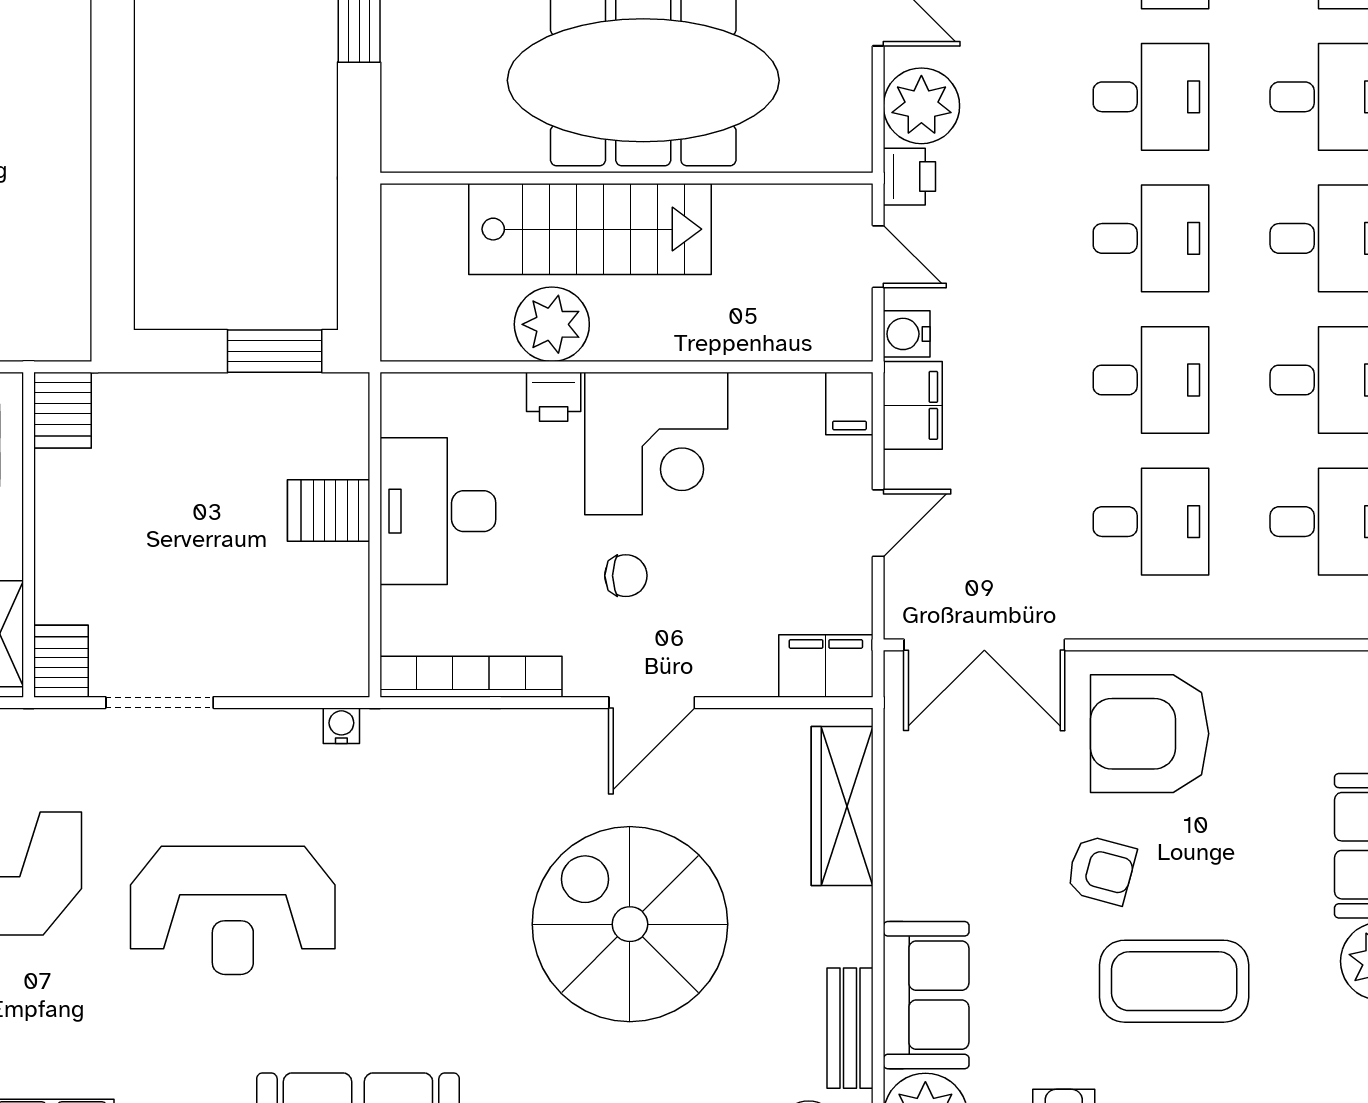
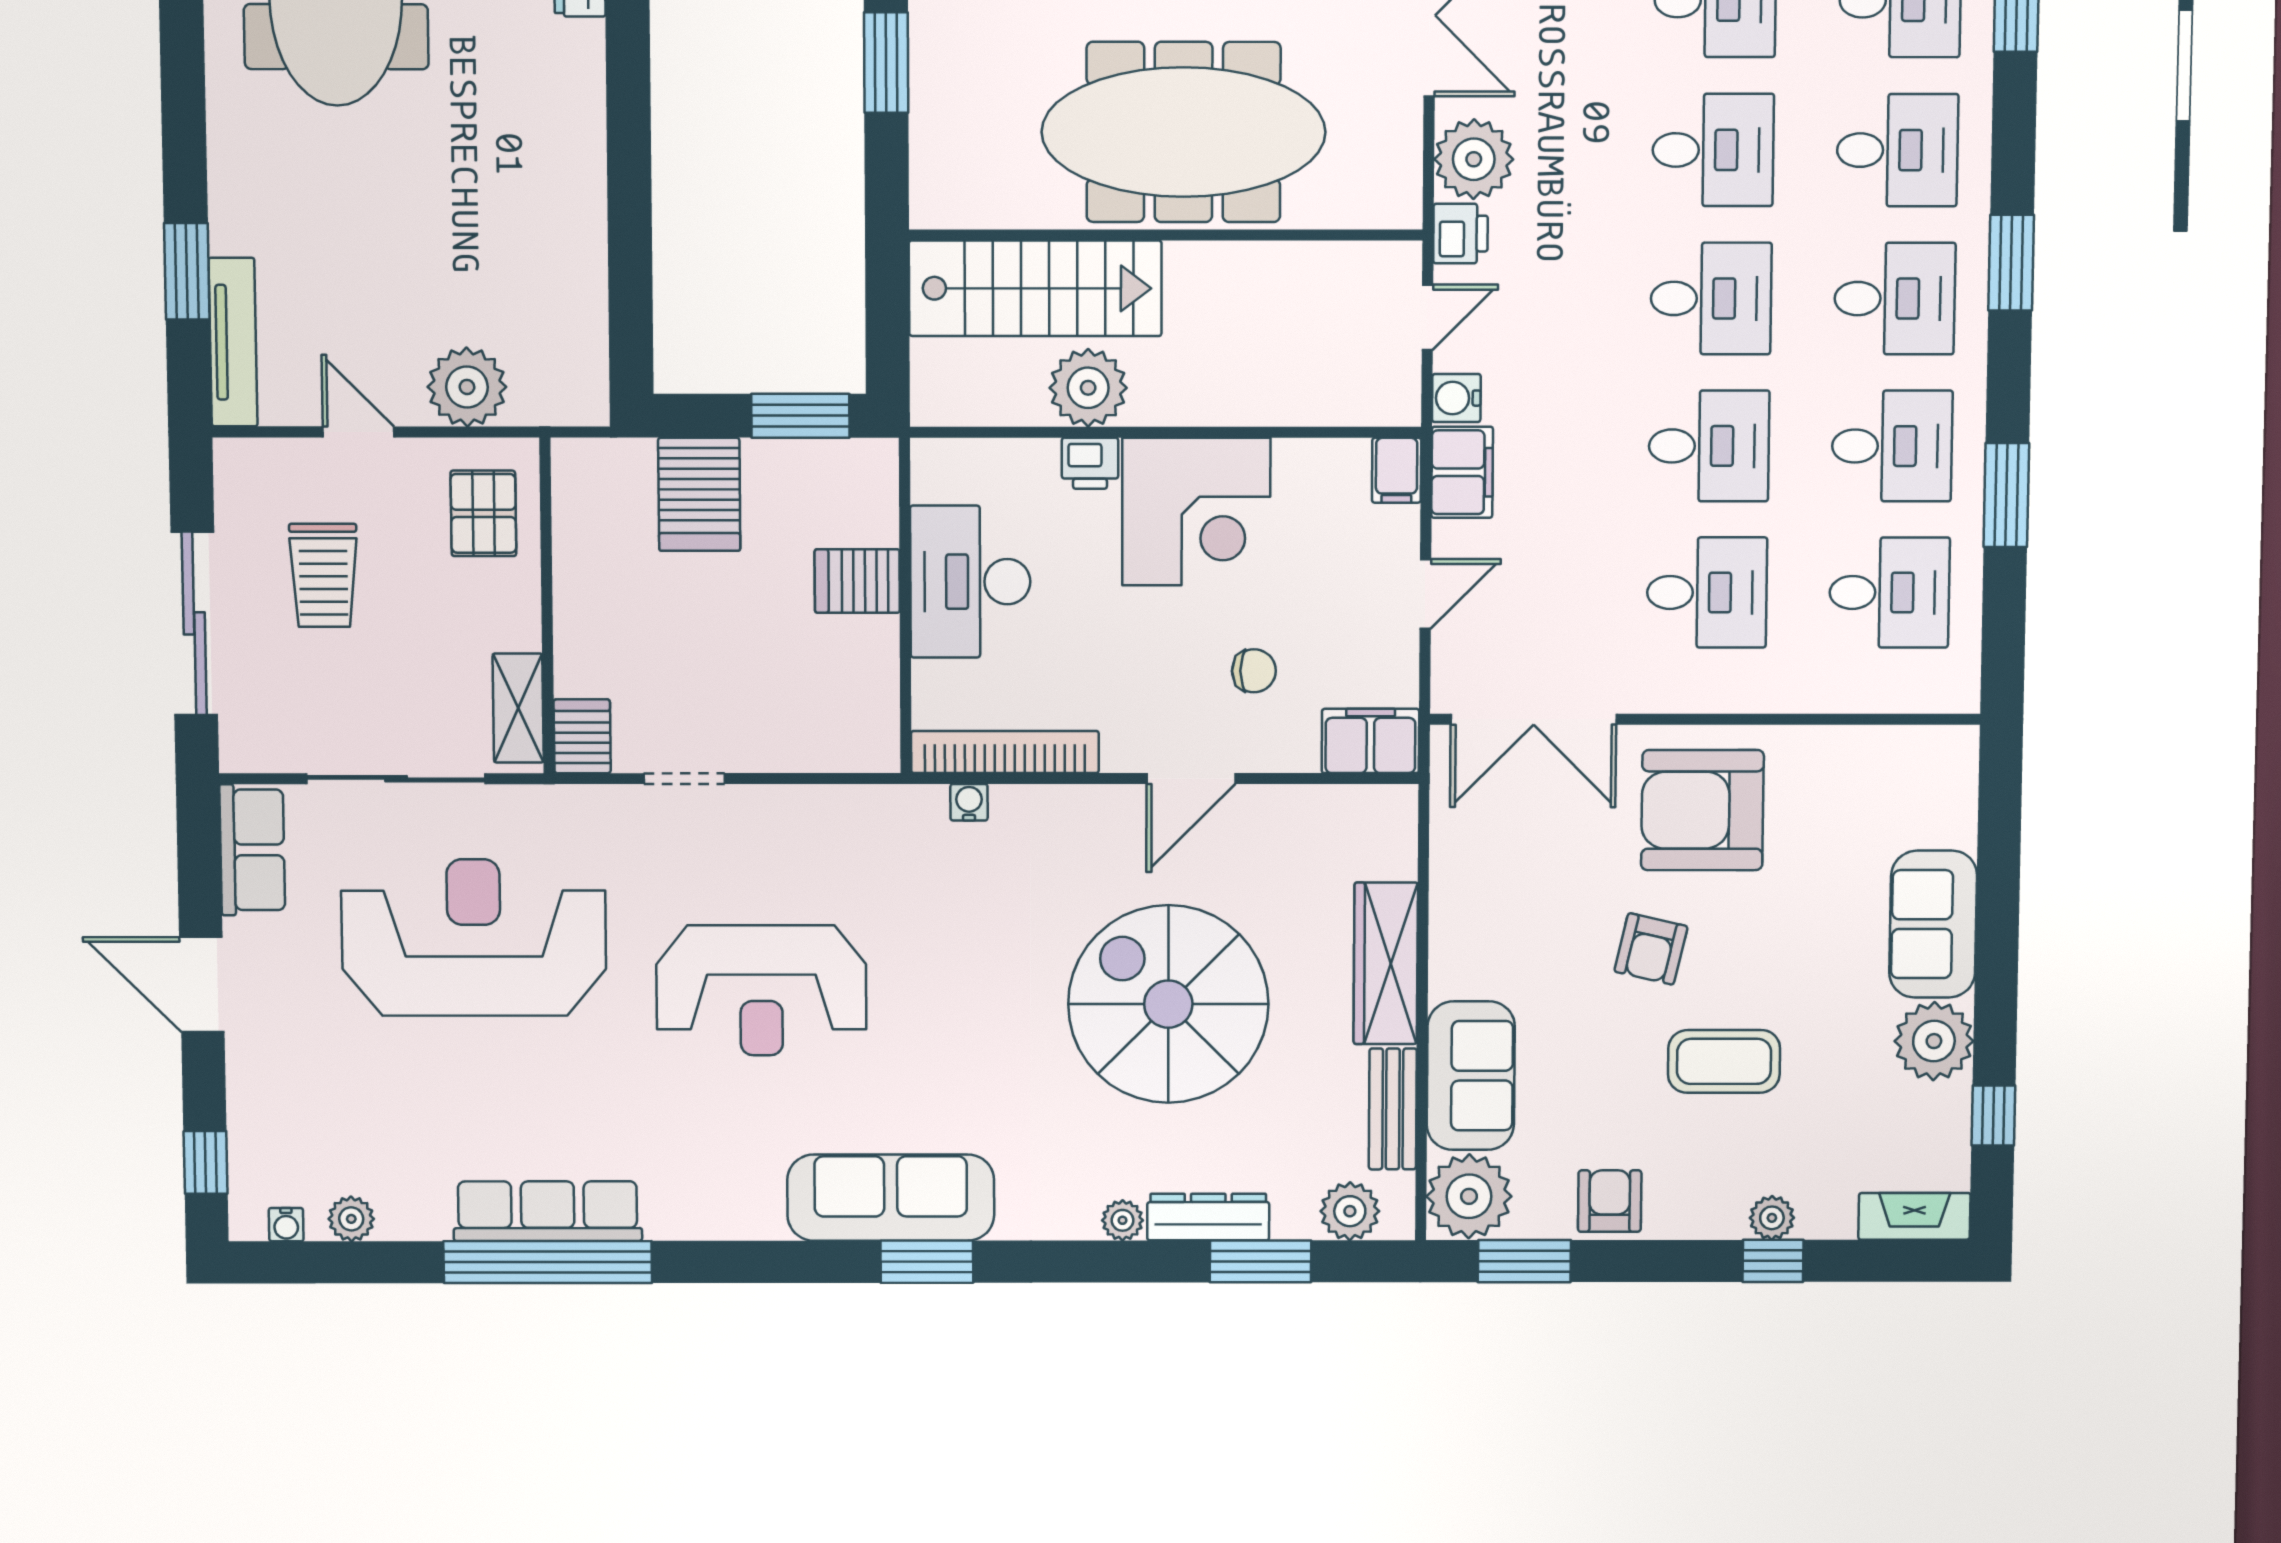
stairs: (590, 229) -> (1035, 288), moved
door: (878, 257) -> (1427, 317), hinge flipped
server rack: (62, 410) -> (699, 494), moved, width x1.36, depth x1.44
chair: (626, 576) -> (1254, 671), moved
doorway: (160, 703) -> (684, 779), width x0.73
water cooler: (341, 726) -> (969, 802), moved
wardrobe: (842, 806) -> (1386, 963), moved
armchair: (1101, 870) -> (1651, 949), turned 88
coffee table: (1174, 981) -> (1724, 1061), width x0.73, depth x0.76

